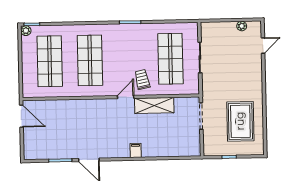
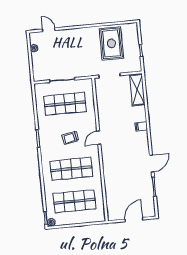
trolley: (142, 79) -> (70, 138), moved
door: (126, 97) -> (99, 138), hinge flipped
shelving: (154, 105) -> (137, 90), moved
door: (21, 116) -> (134, 220), moved
rug: (240, 121) -> (111, 43), turned 90

